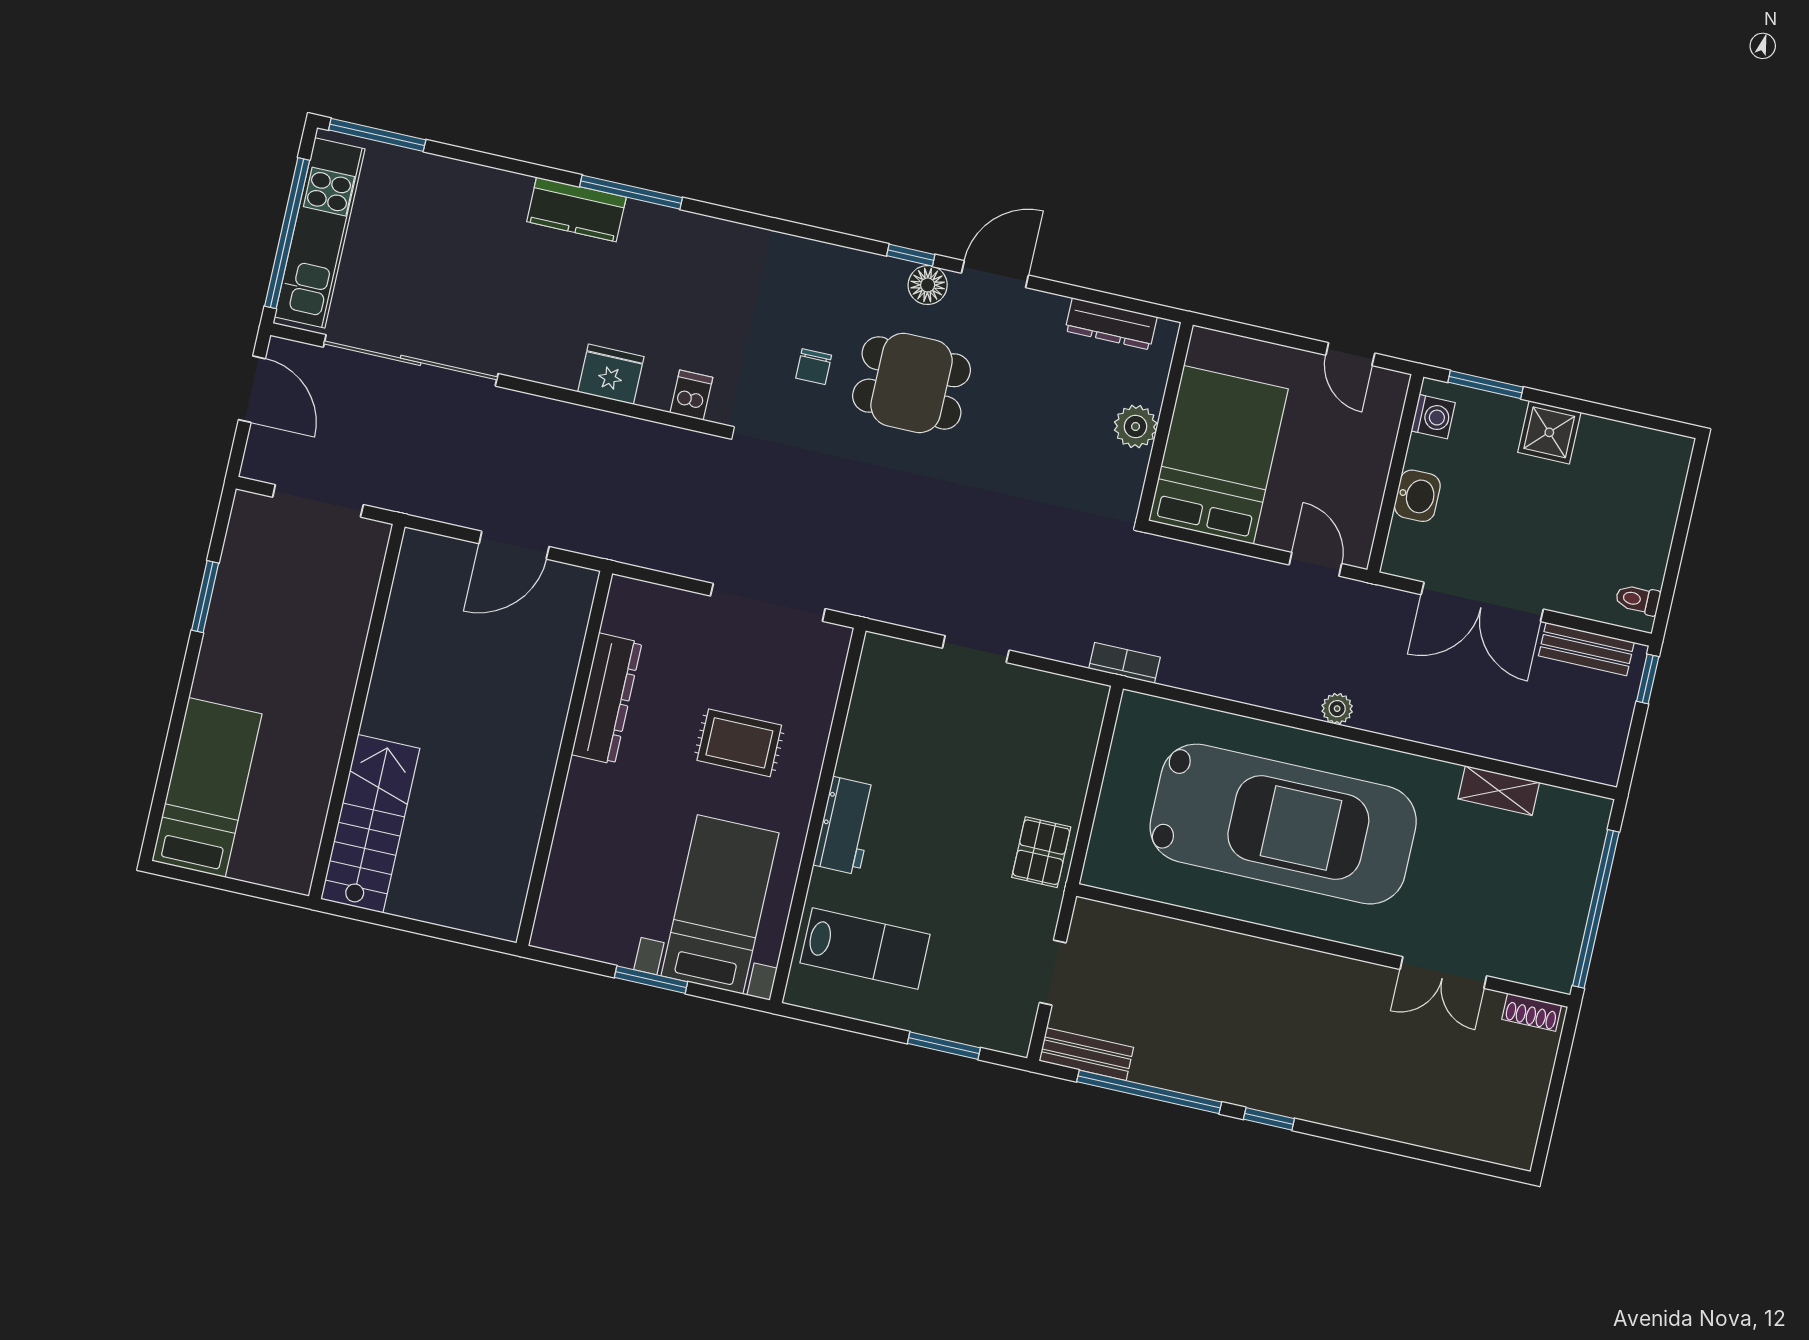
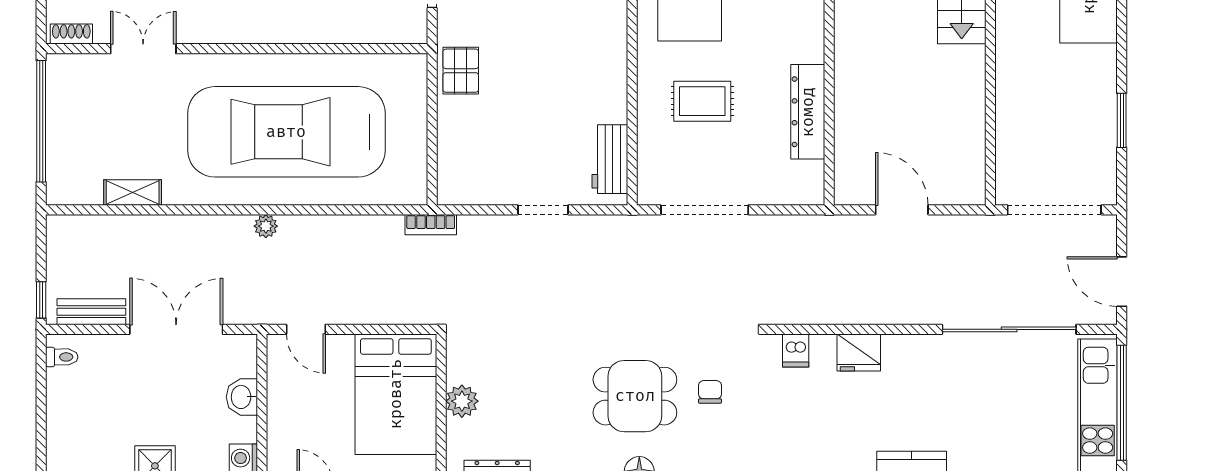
doorway: (318, 501) -> (1054, 210), width x1.36
door: (514, 545) -> (902, 210), hinge flipped
workbench: (846, 826) -> (610, 159), moved

